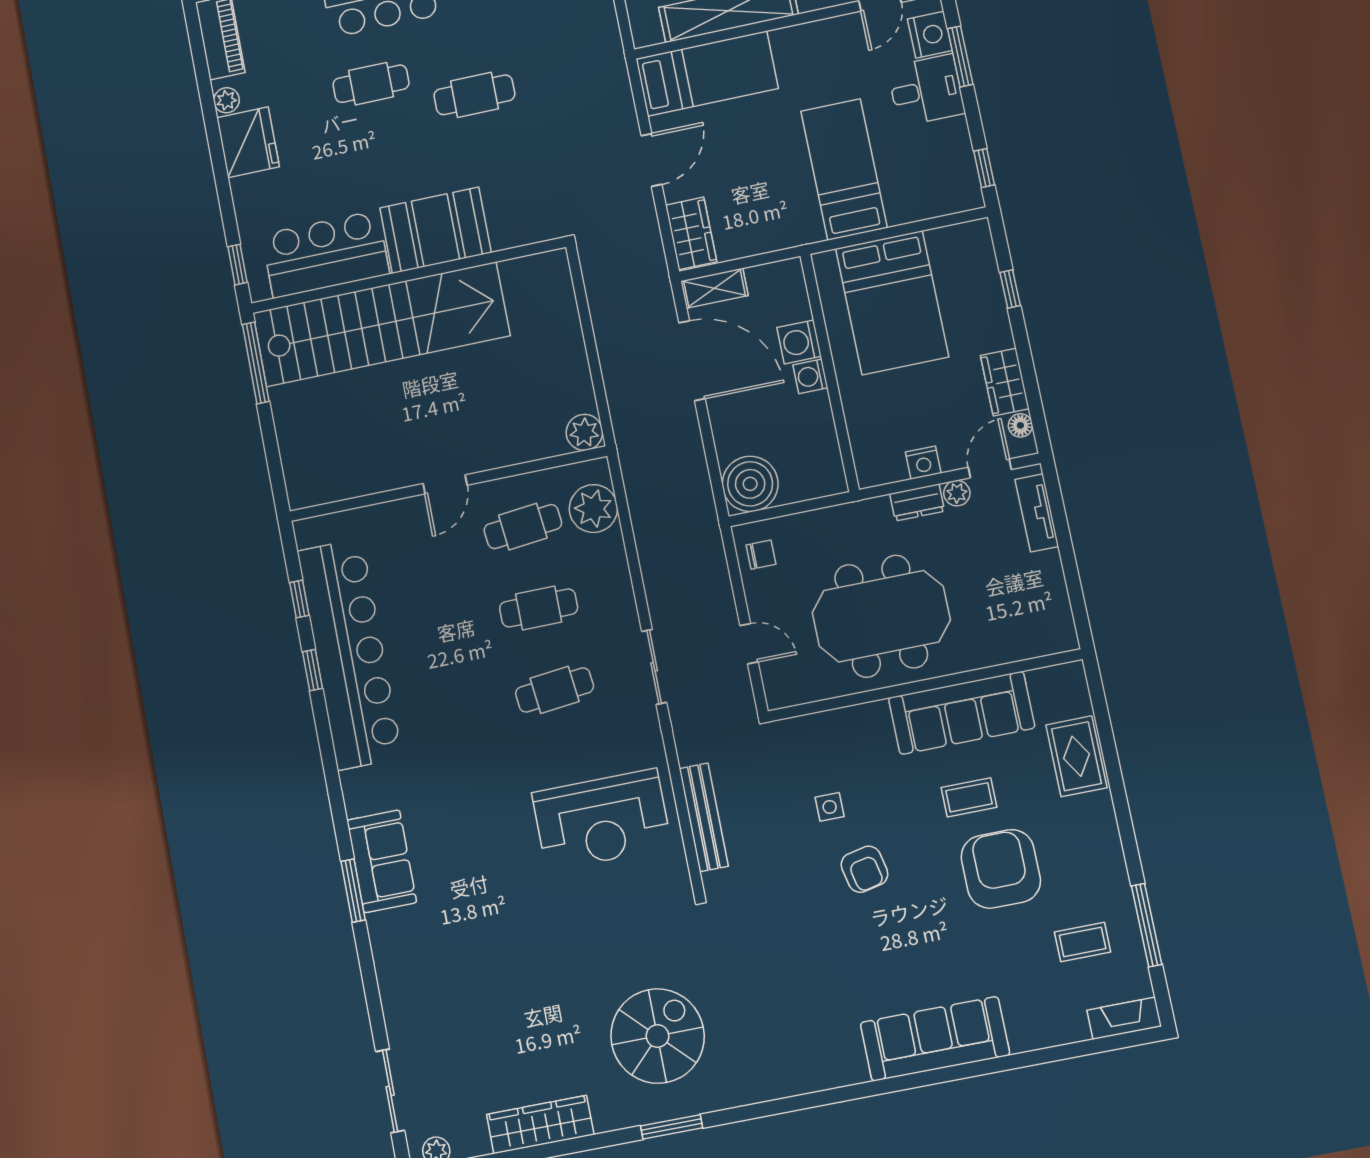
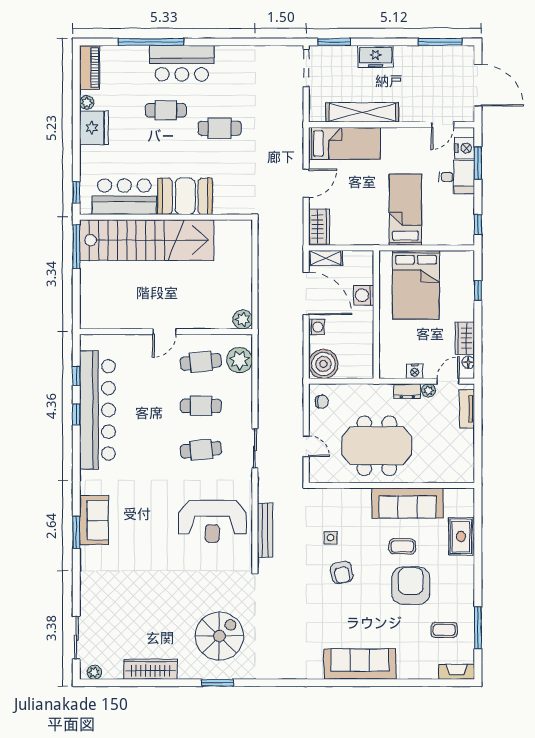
washing machine: (810, 376) -> (317, 327), moved, turned 180

